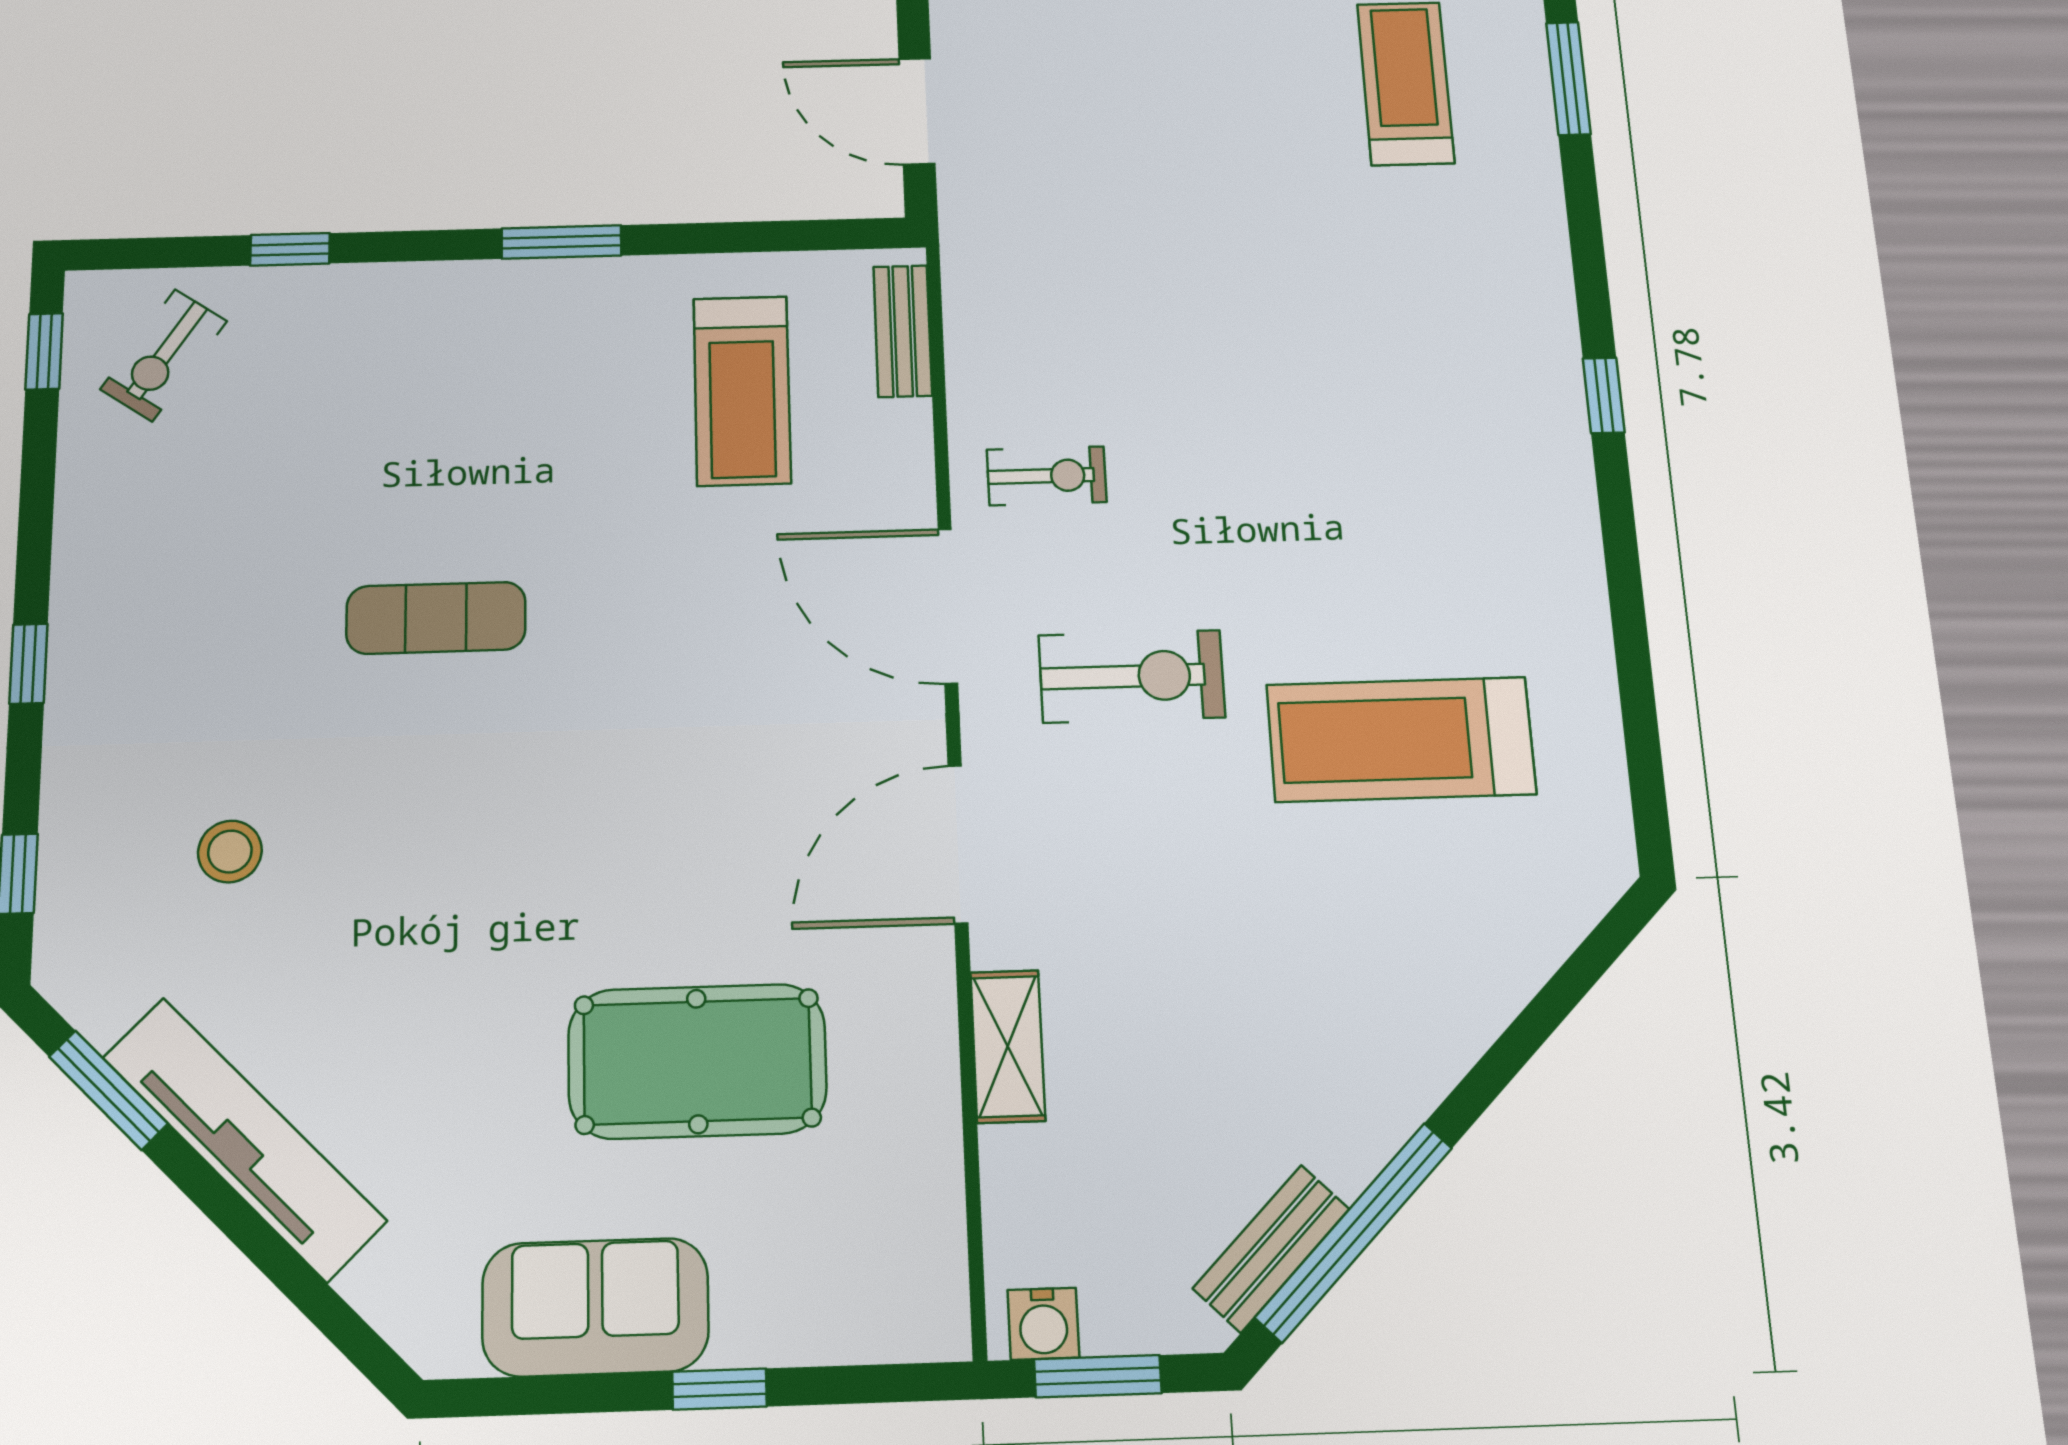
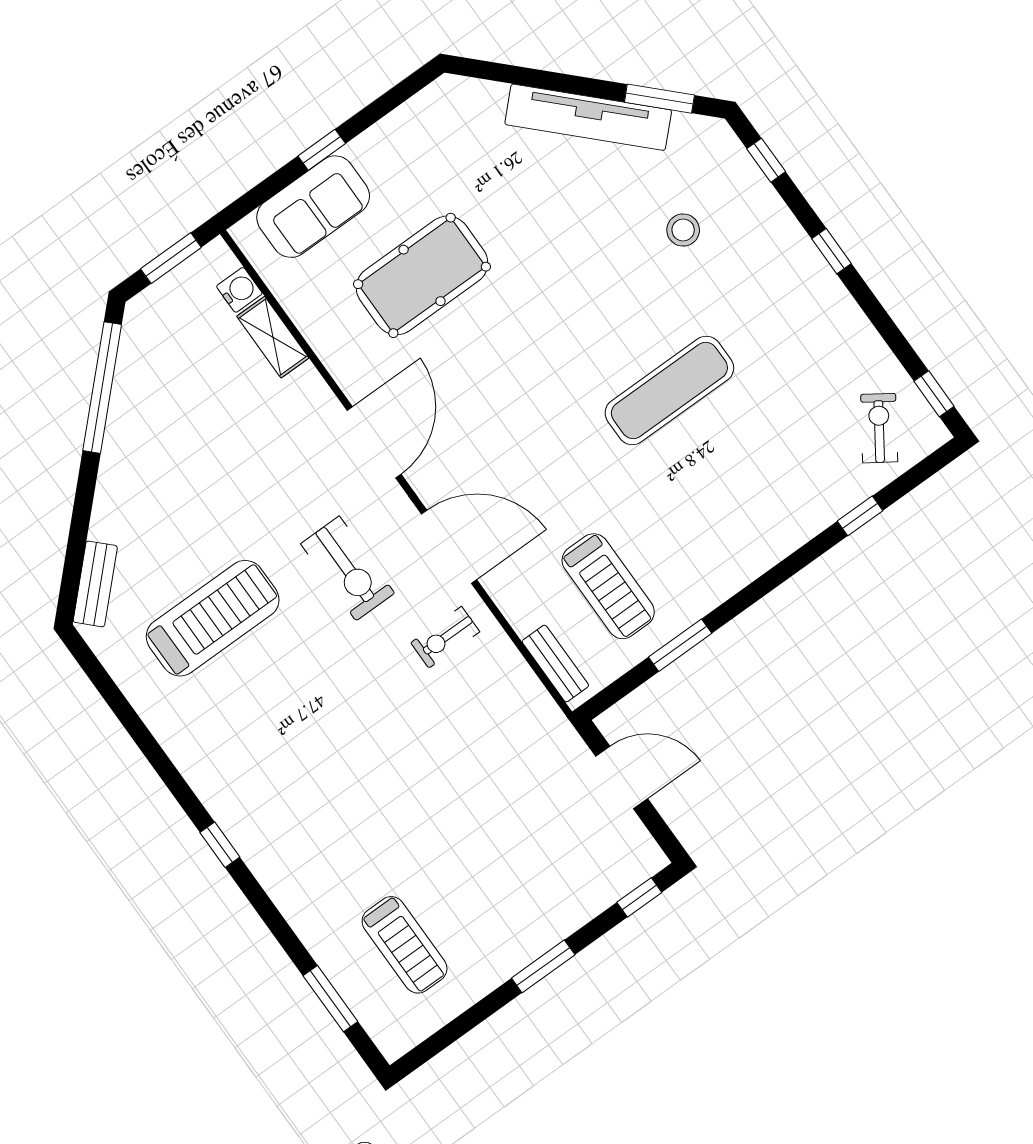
window: (561, 242) -> (680, 645), moved
treadmill: (742, 391) -> (608, 586), turned 180
exercise mat: (436, 618) -> (669, 390), width x1.36, depth x1.45
exercise bike: (1132, 676) -> (348, 568), turned -90
shelving: (1008, 1046) -> (273, 337), moved
bench: (1271, 1249) -> (95, 584), moved
sofa: (595, 1307) -> (313, 207), moved
water cooler: (1043, 1324) -> (239, 290), moved, turned 90

